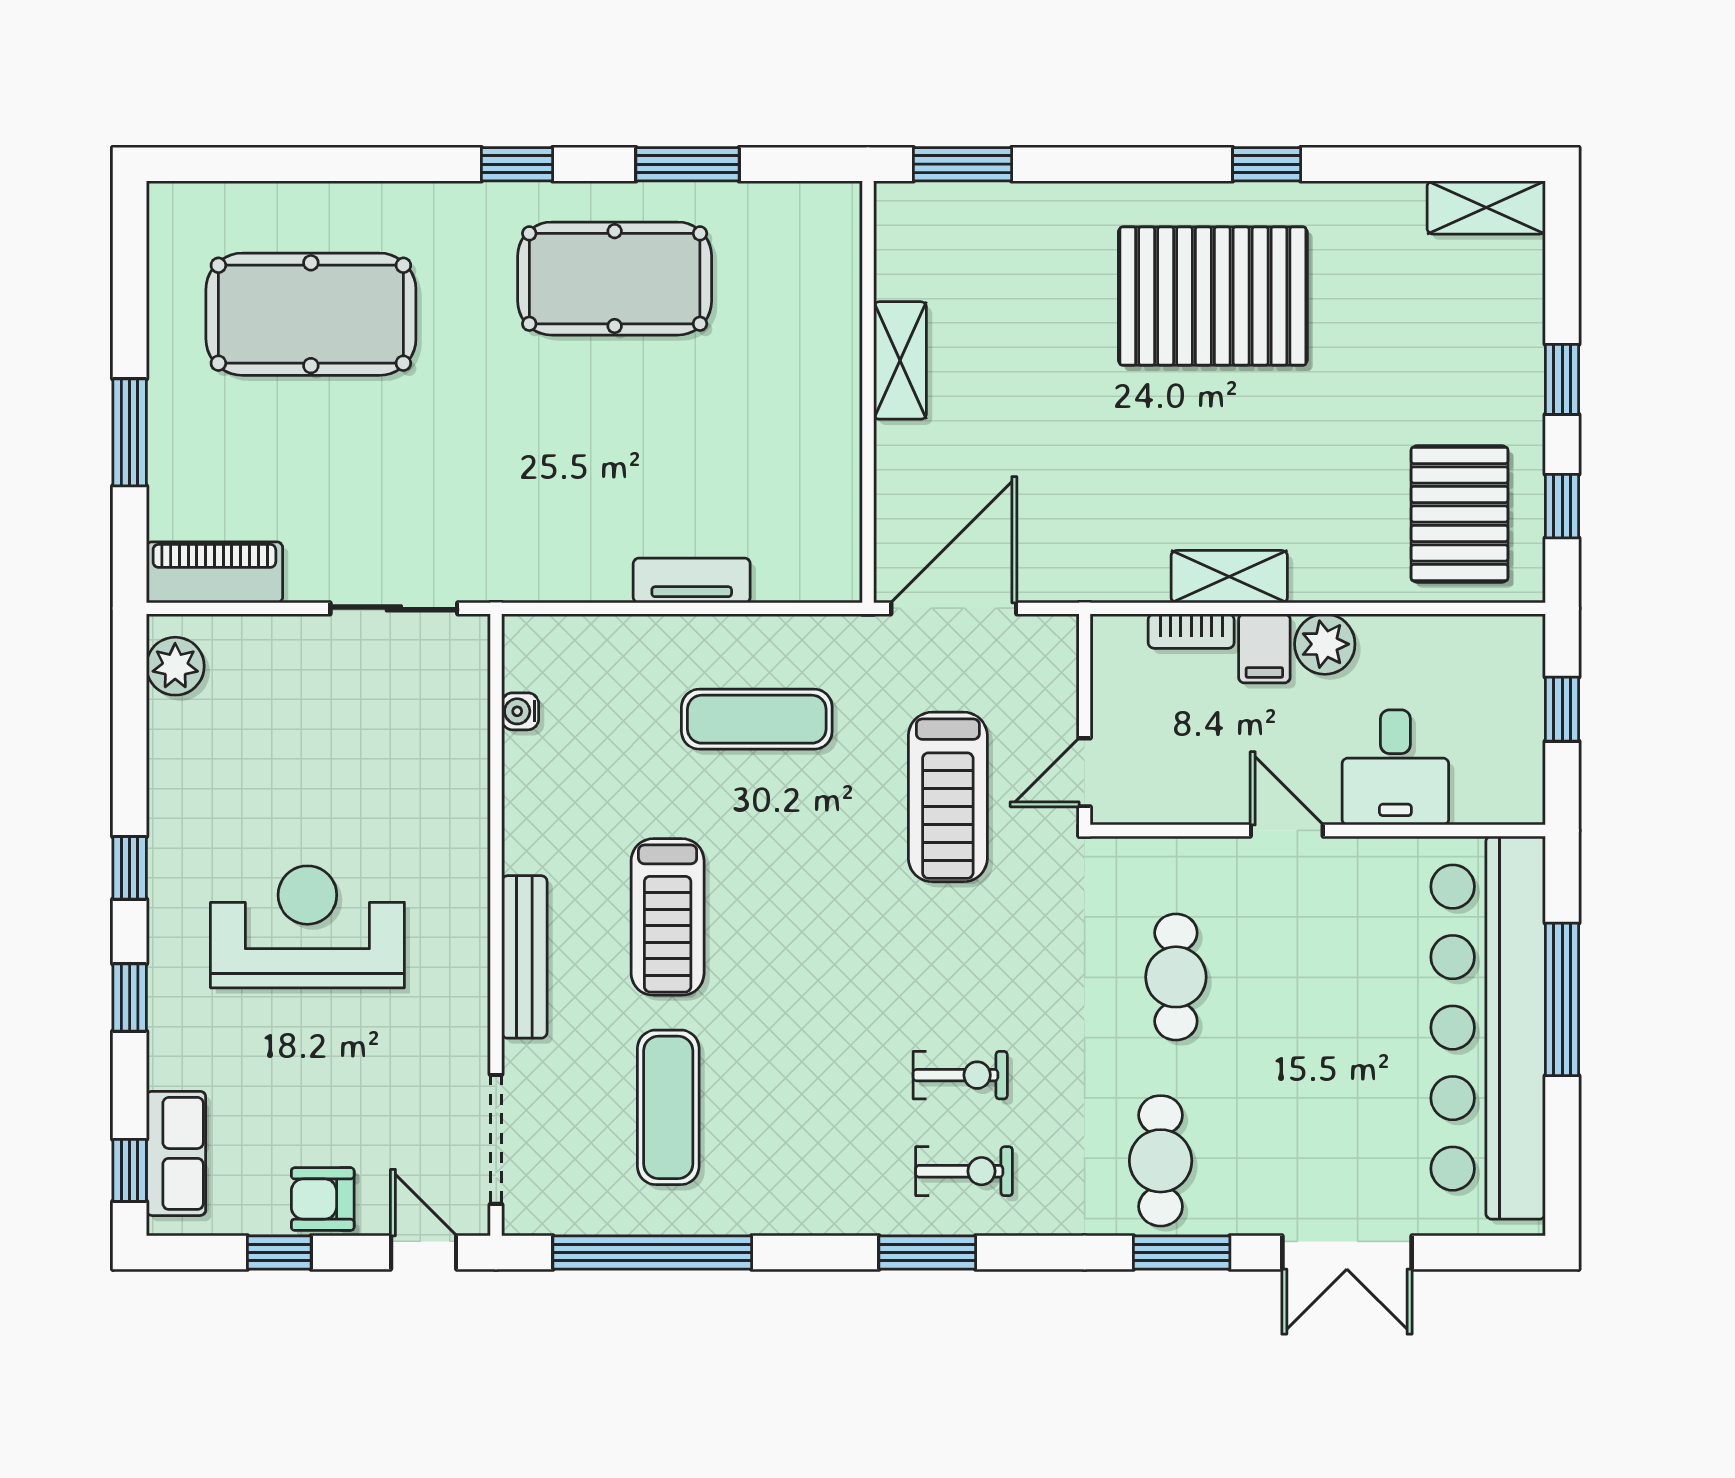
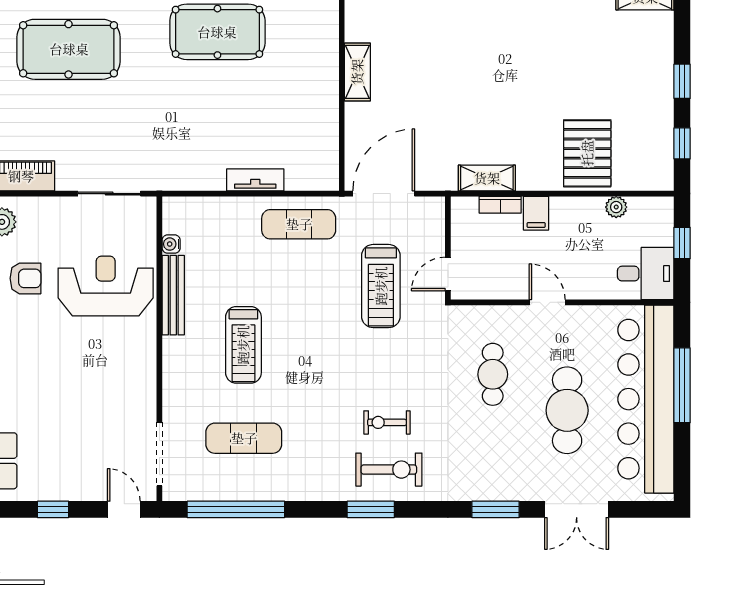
pallet: (1213, 296) -> (511, 40), removed
pallet: (1460, 514) -> (587, 153), moved
shelving: (1229, 577) -> (487, 178), moved
plant: (1325, 644) -> (616, 207), moved, width x0.73, depth x0.73
exercise mat: (757, 719) -> (299, 224), moved
desk: (1395, 767) -> (646, 274), moved, turned -90
reception desk: (307, 927) -> (106, 286), moved
bench: (524, 957) -> (173, 295), moved
exercise bike: (960, 1075) -> (387, 422), turned 180
exercise mat: (668, 1107) -> (244, 438), turned 90
cafe table: (1161, 1161) -> (567, 410), moved, width x1.37, depth x1.35
exercise bike: (964, 1171) -> (389, 470), width x1.38, depth x1.39
armchair: (323, 1199) -> (25, 278), moved, turned 180

